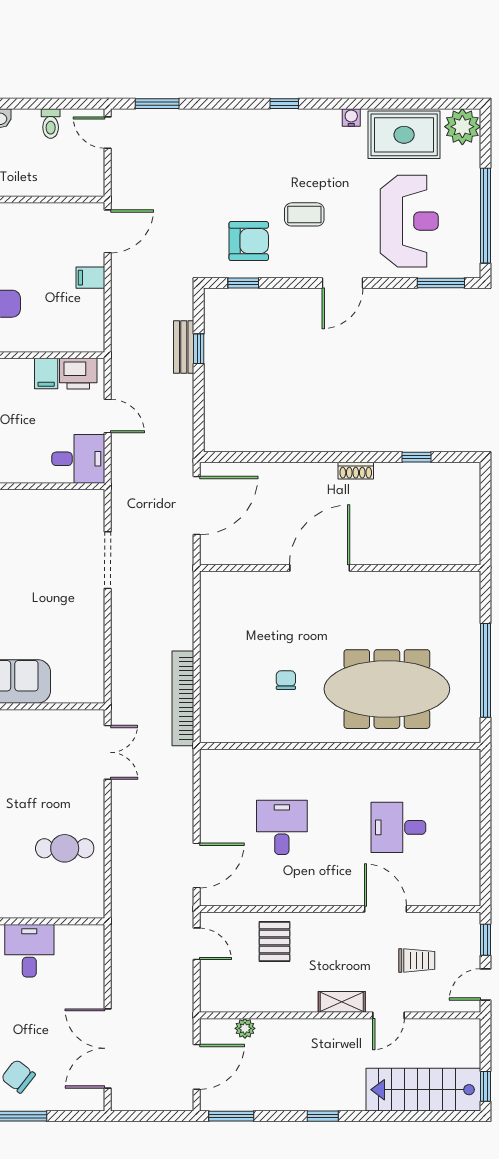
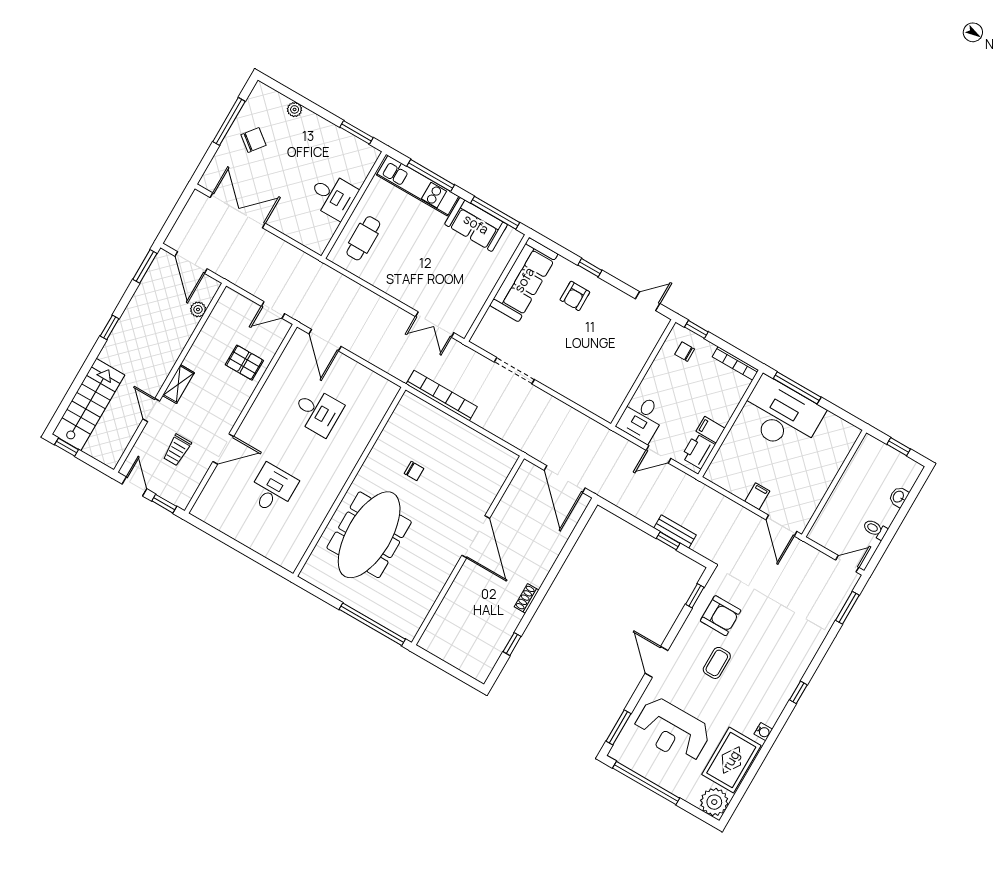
armchair: (249, 241) -> (721, 616), turned -90
doorway: (108, 560) -> (514, 371), moved
window: (485, 670) -> (372, 624), moved
cafe table: (65, 848) -> (363, 238), moved

